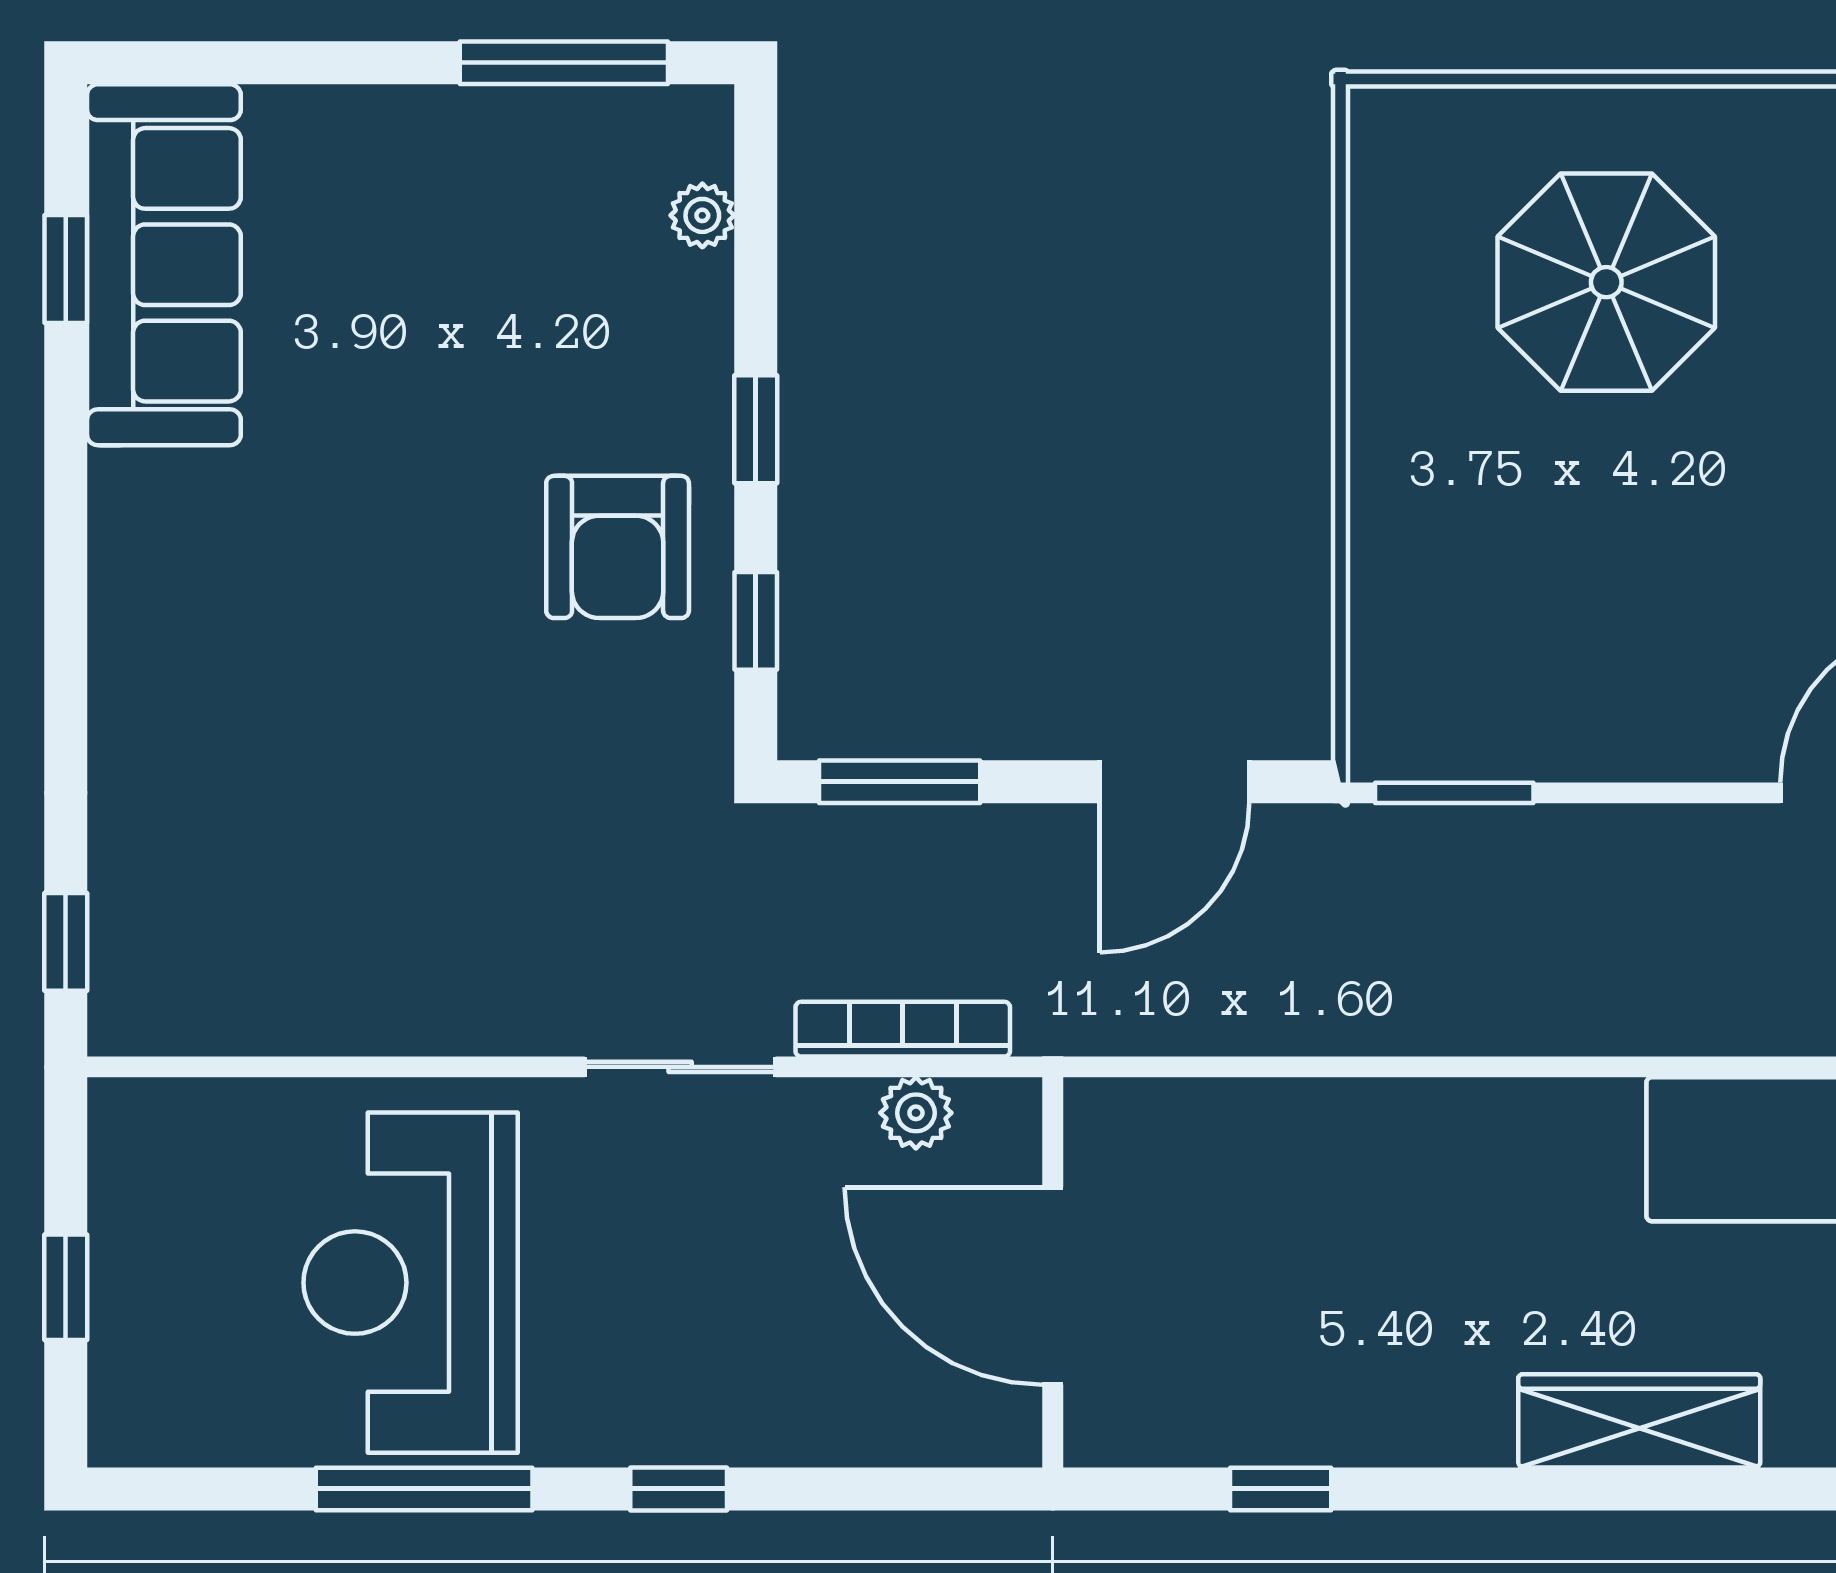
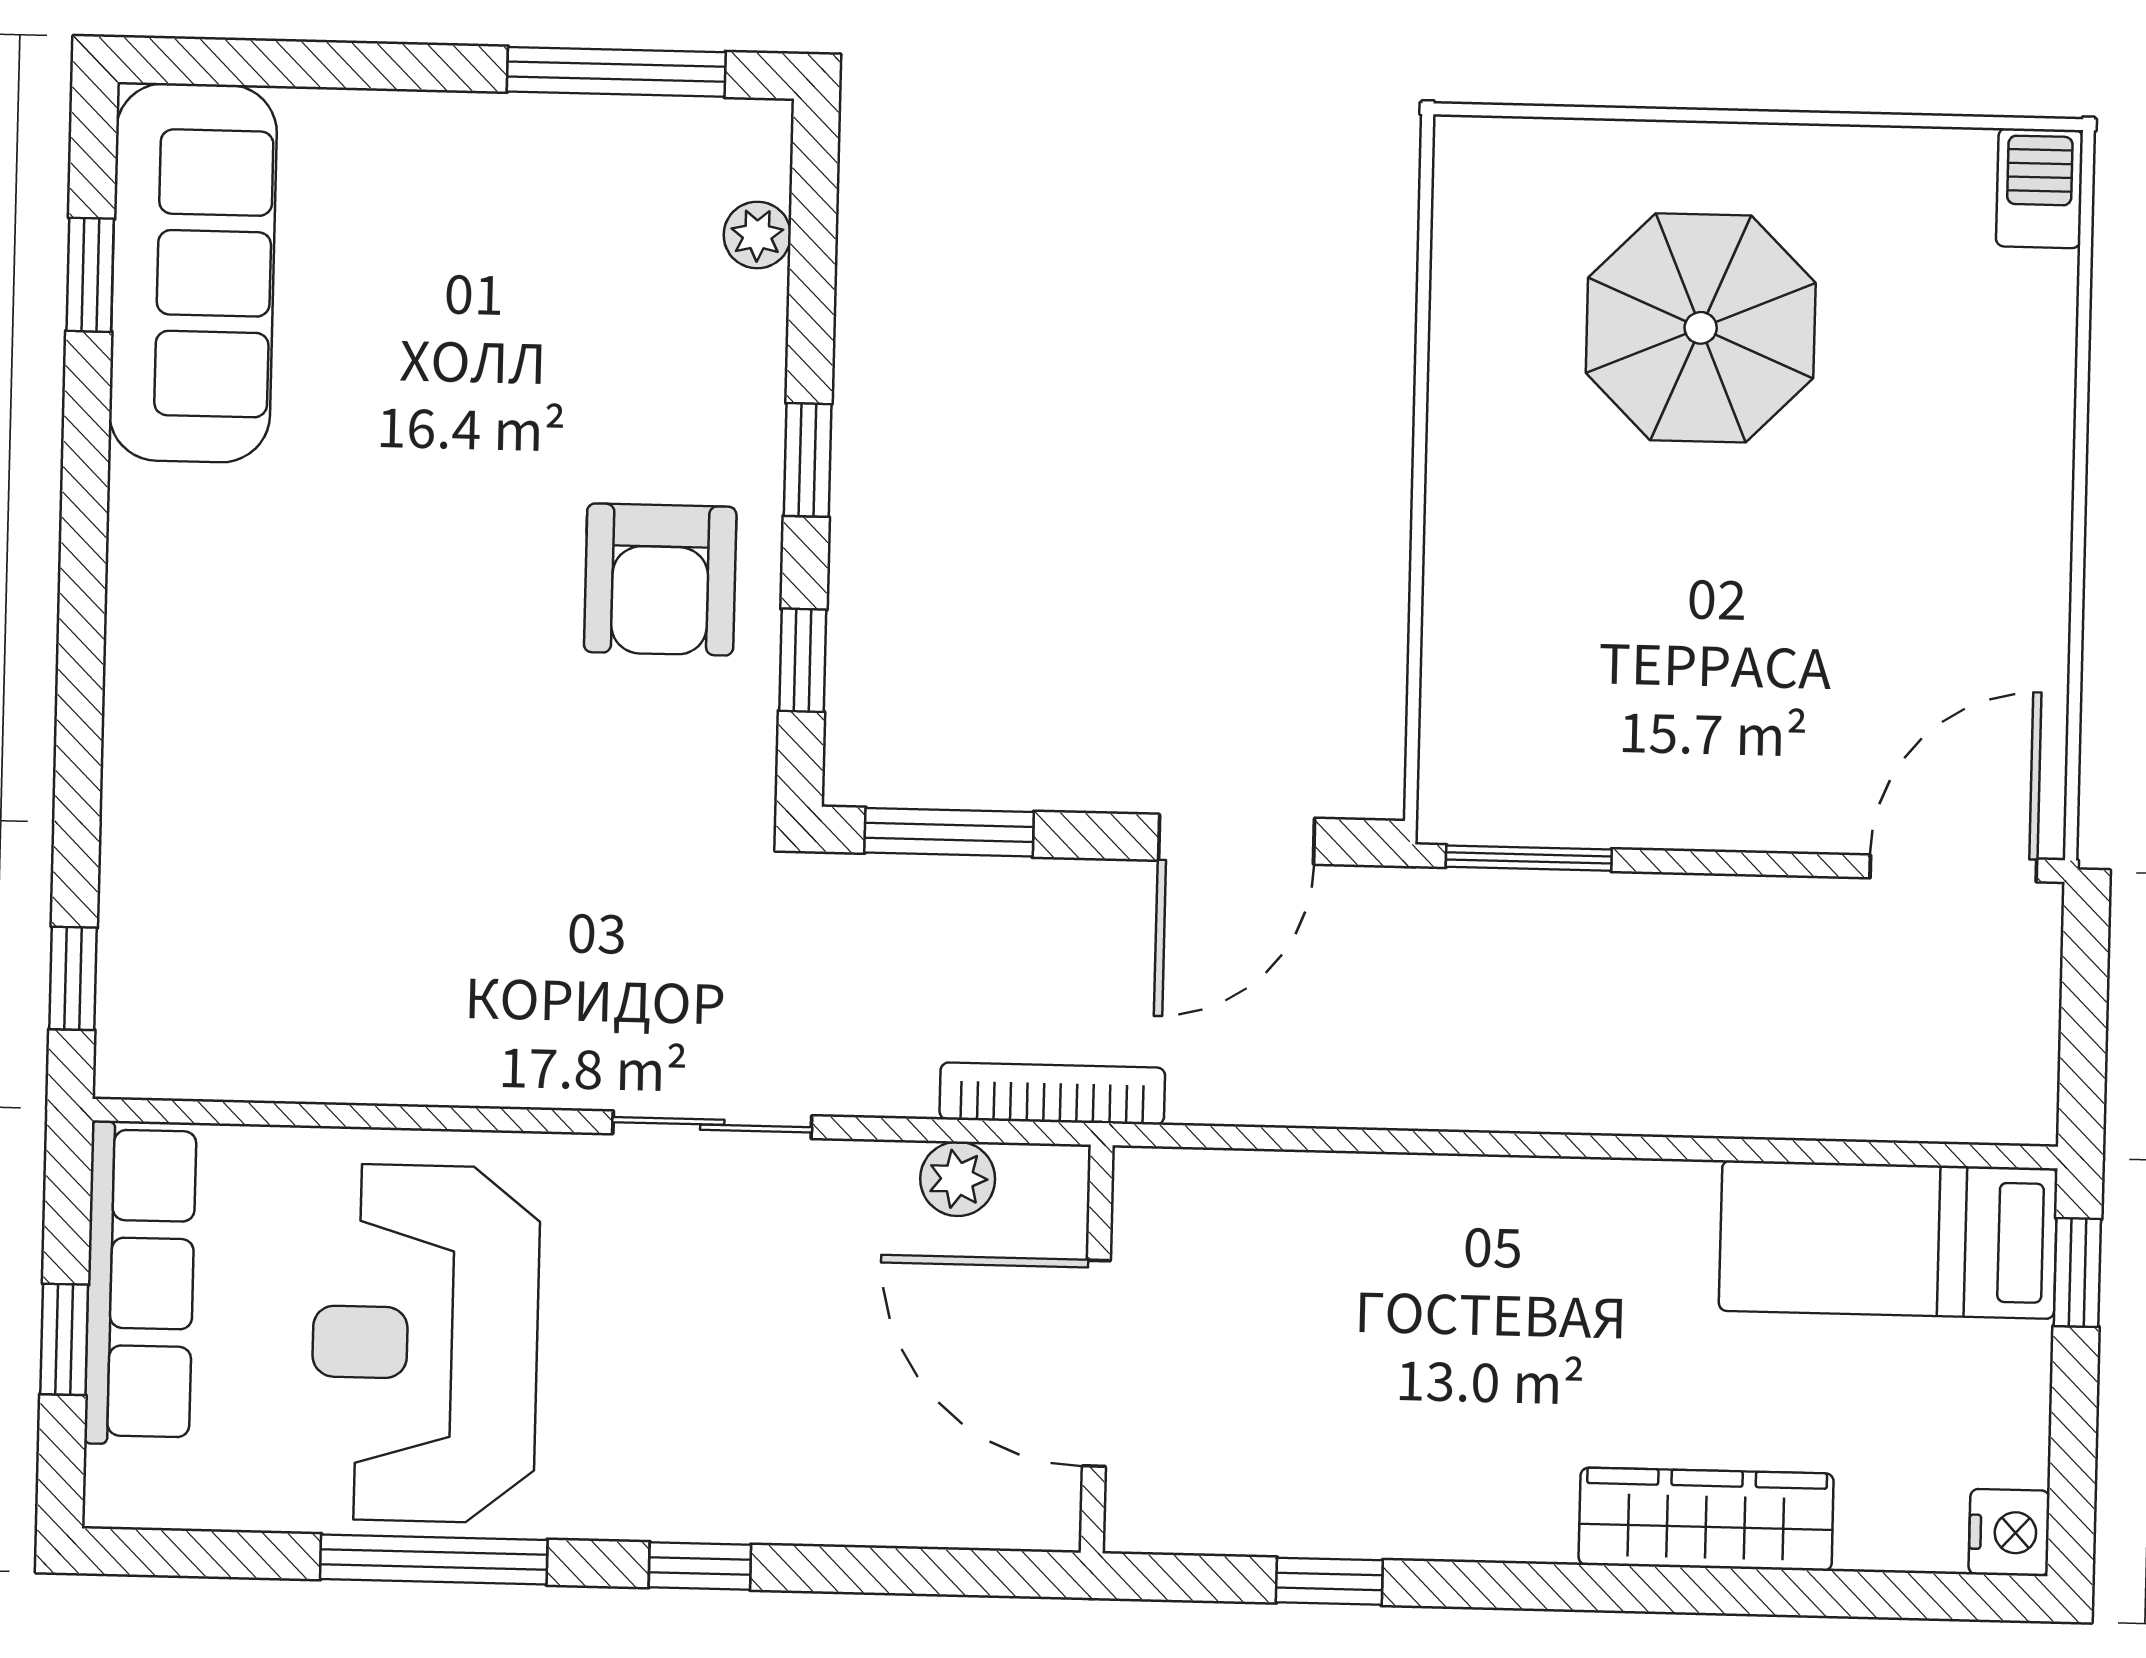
bookcase: (903, 1029) -> (1052, 1094), moved
row of seats: (137, 1232) -> (140, 1283), added

